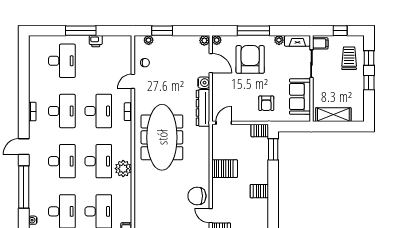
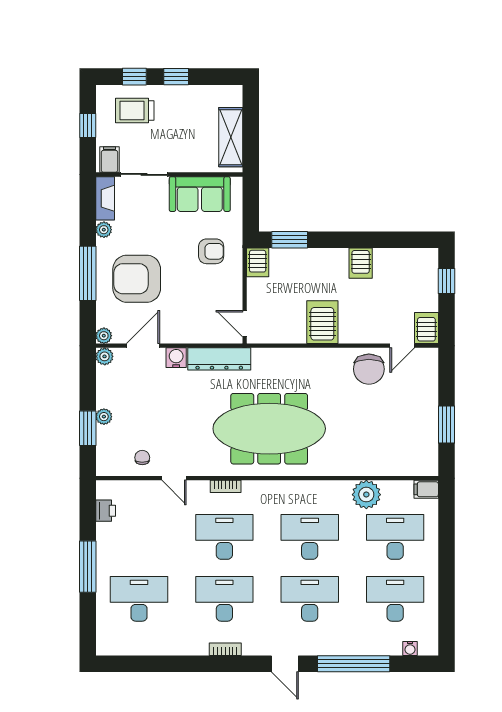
plant: (149, 40) -> (104, 417), moved
printer: (96, 41) -> (106, 511), moved
plant: (123, 169) -> (366, 495), moved

